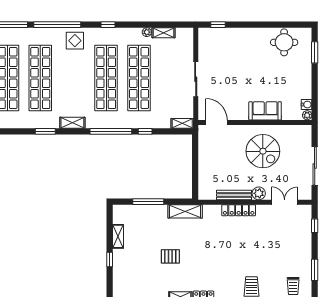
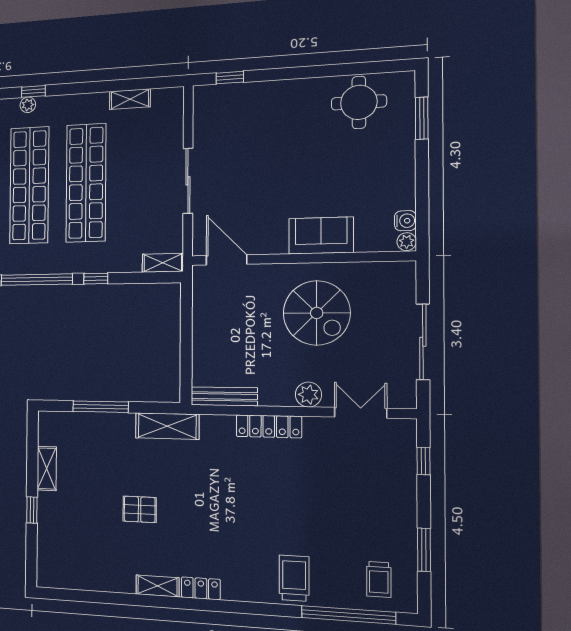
plant: (147, 32) -> (28, 105), moved
bench: (234, 195) -> (224, 396), moved

